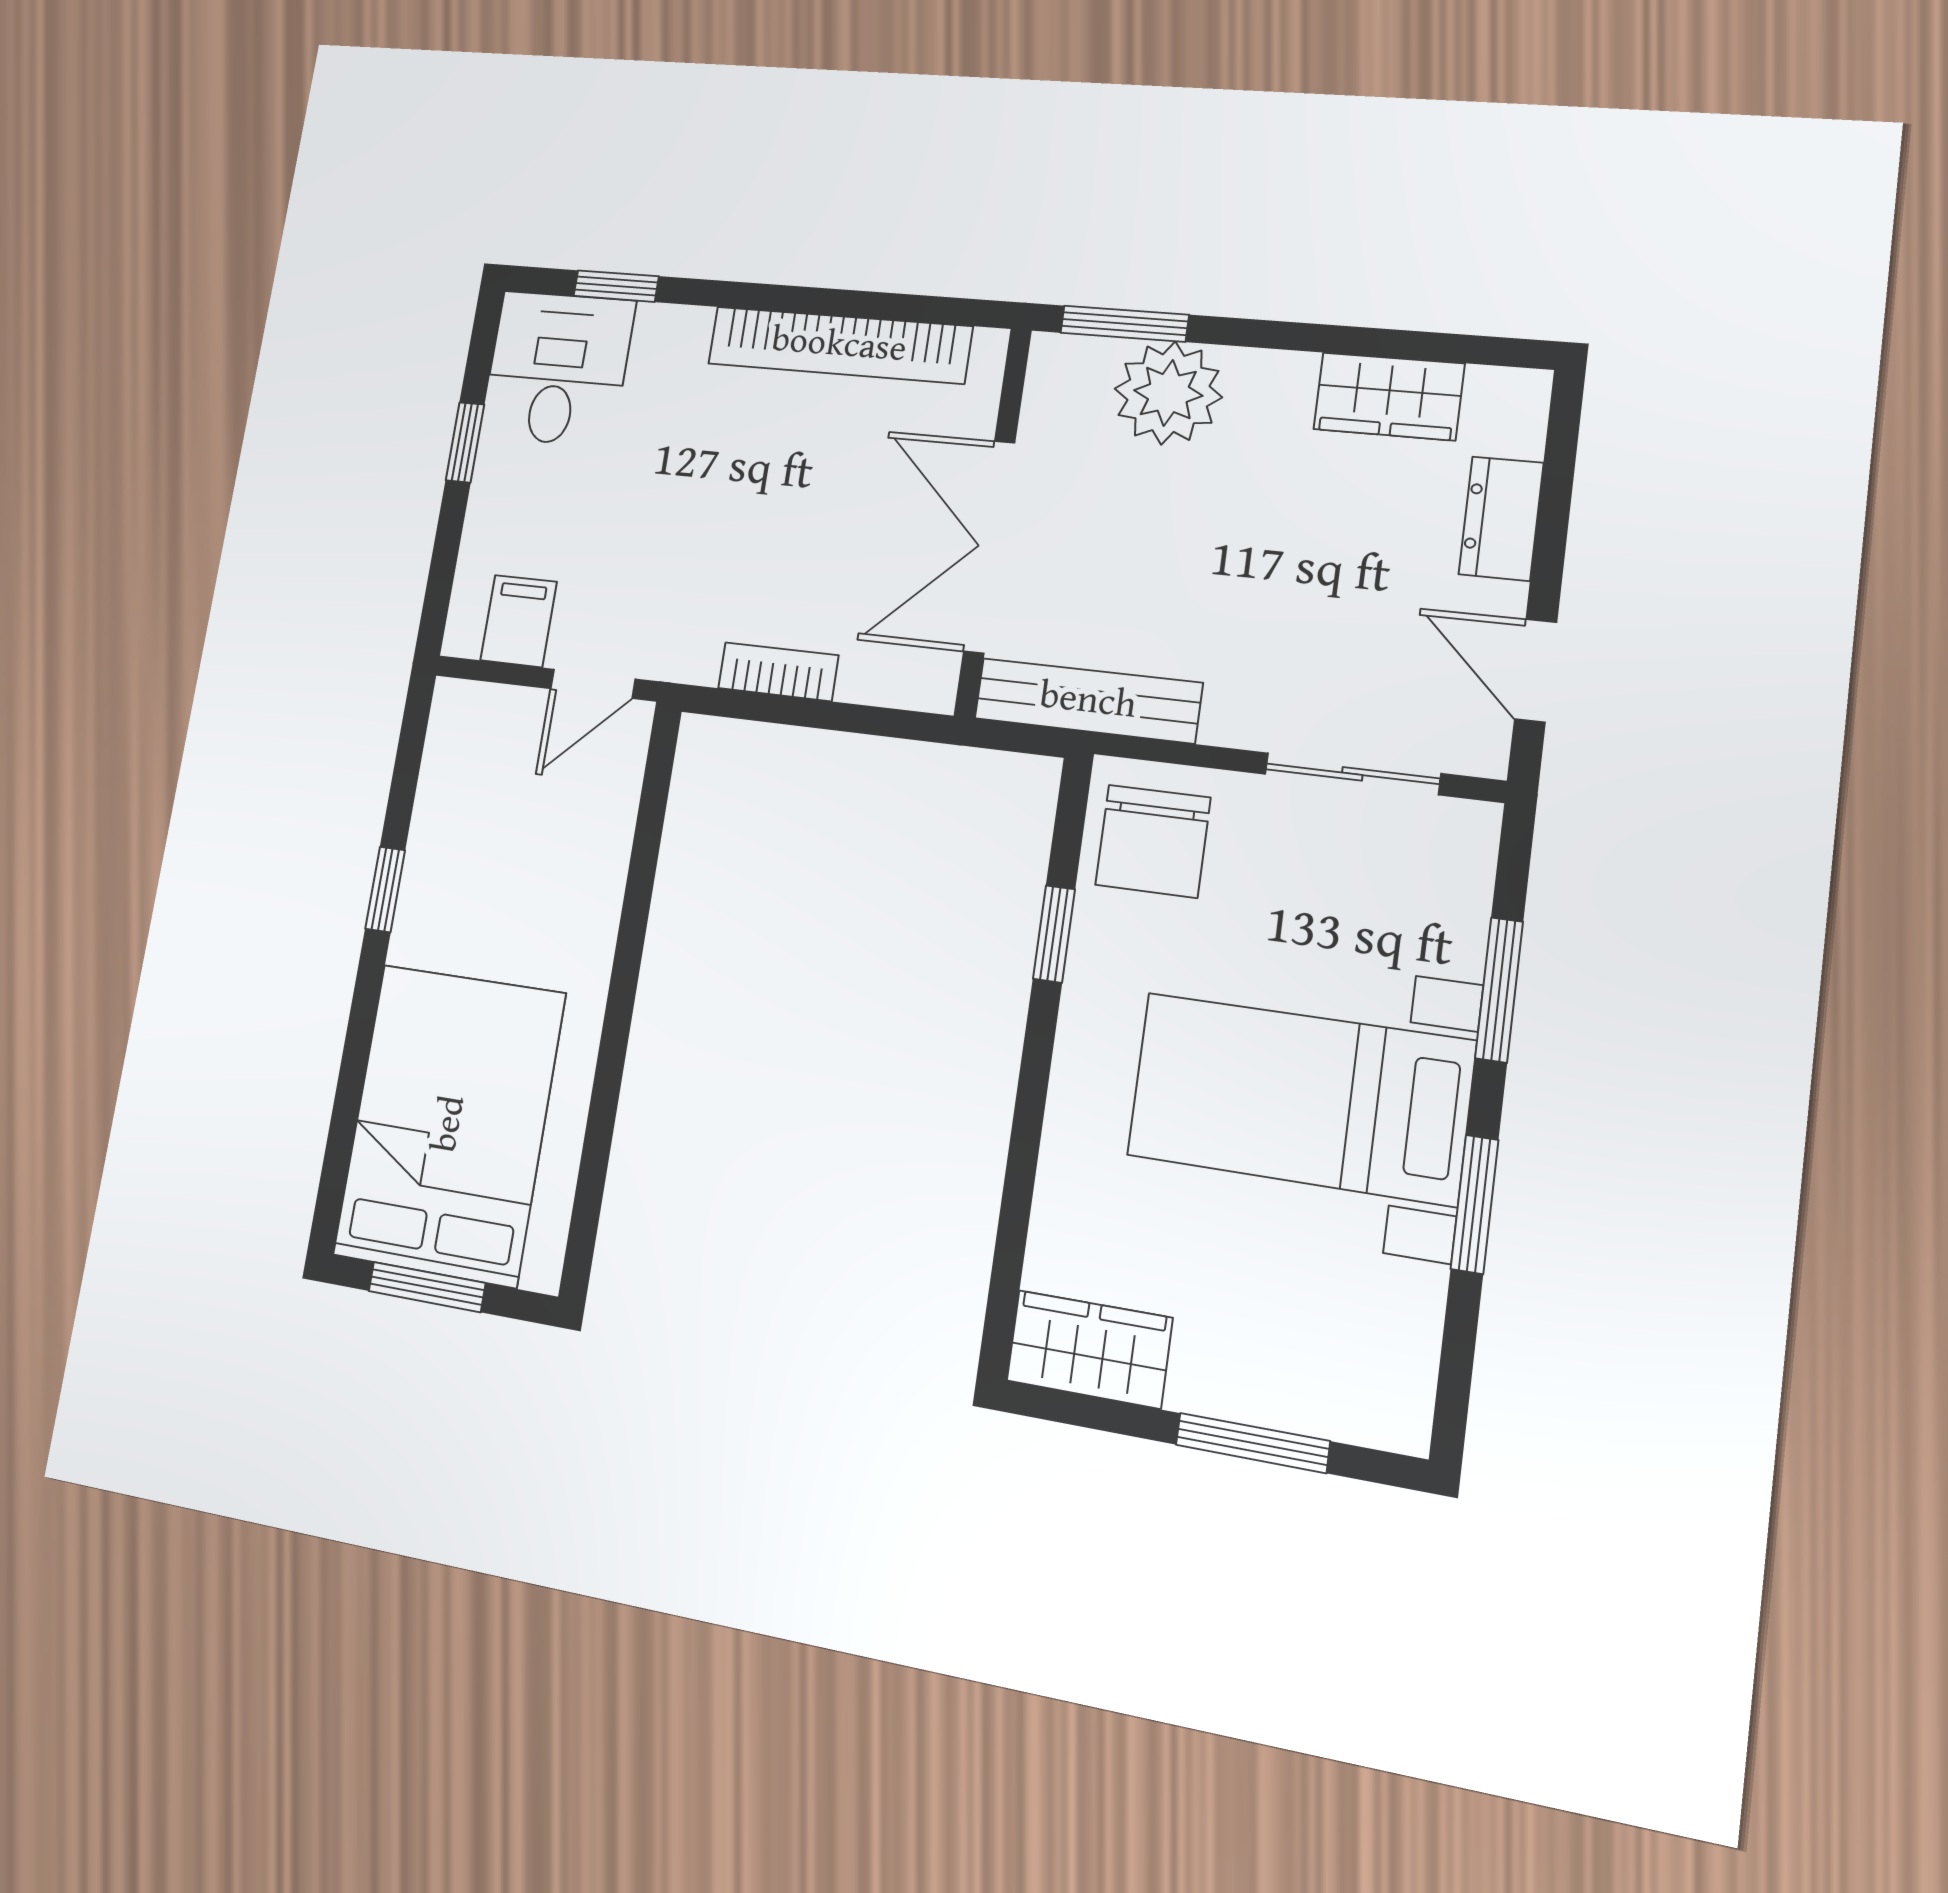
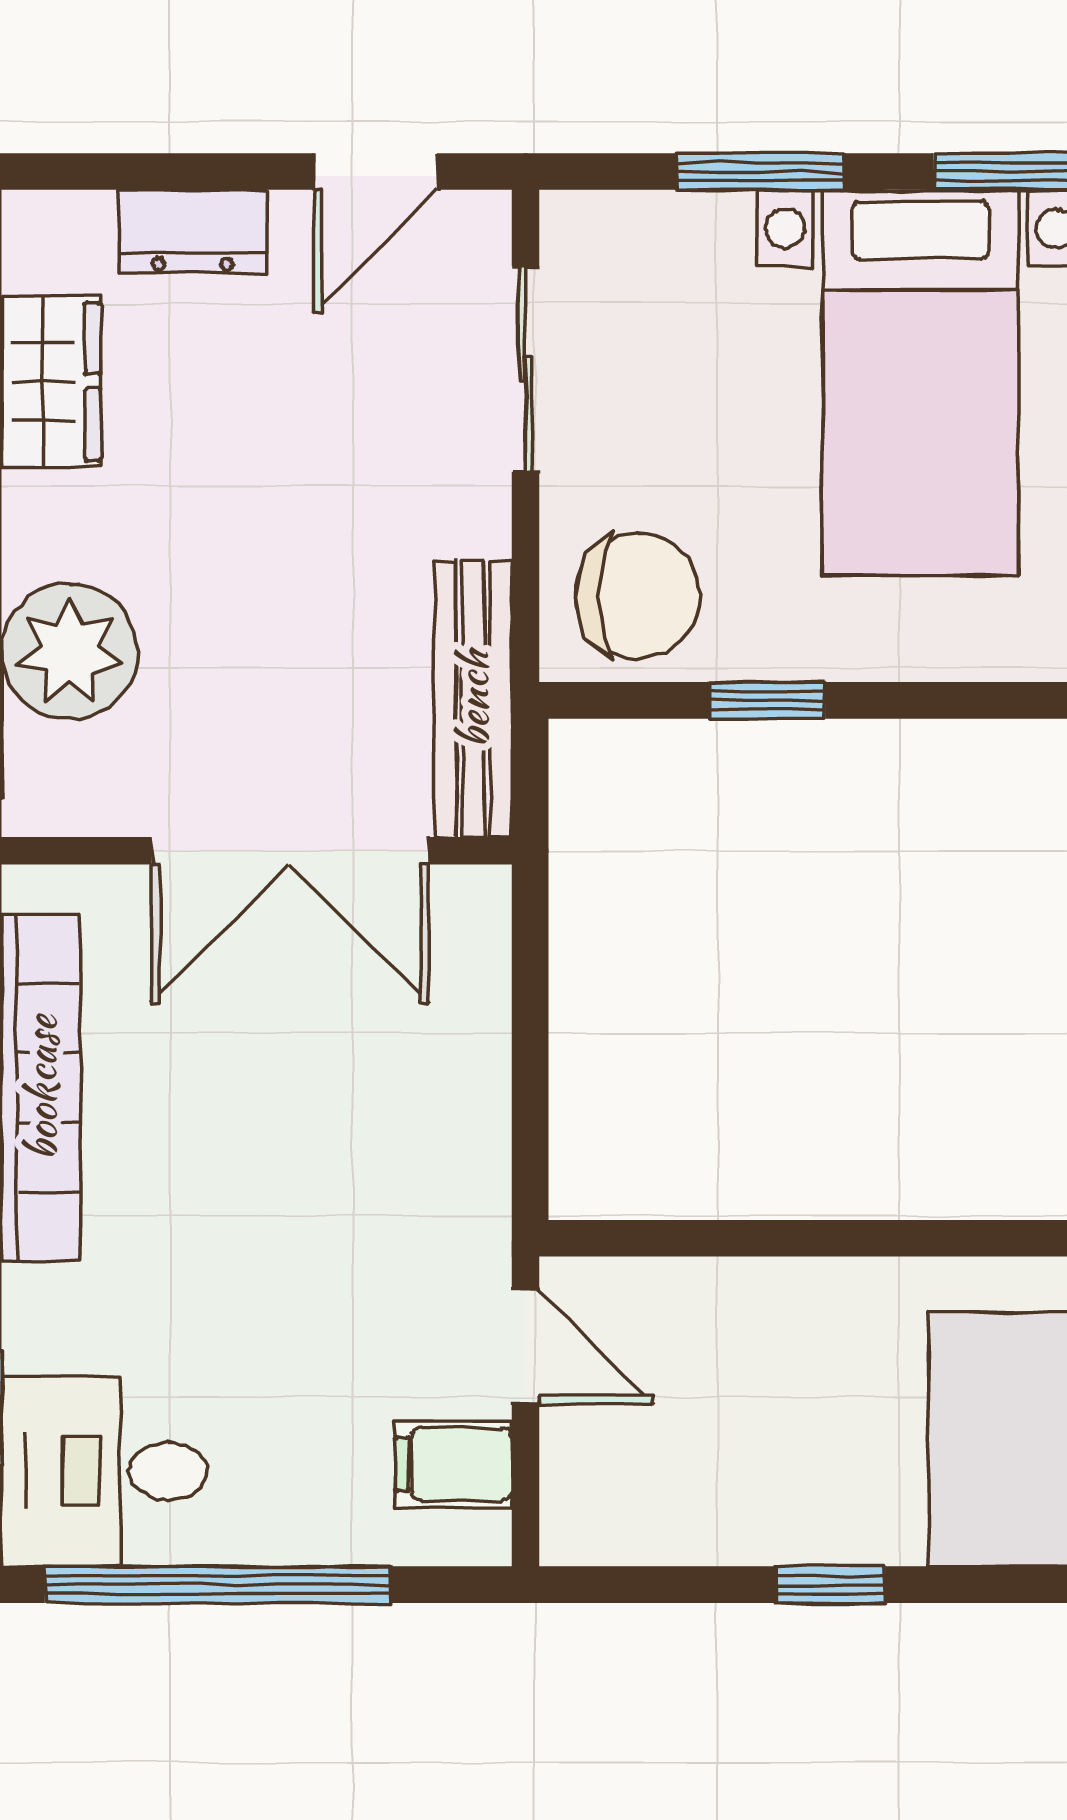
window: (465, 442) -> (218, 1585), width x3.17
bookcase: (778, 672) -> (481, 1100), removed

